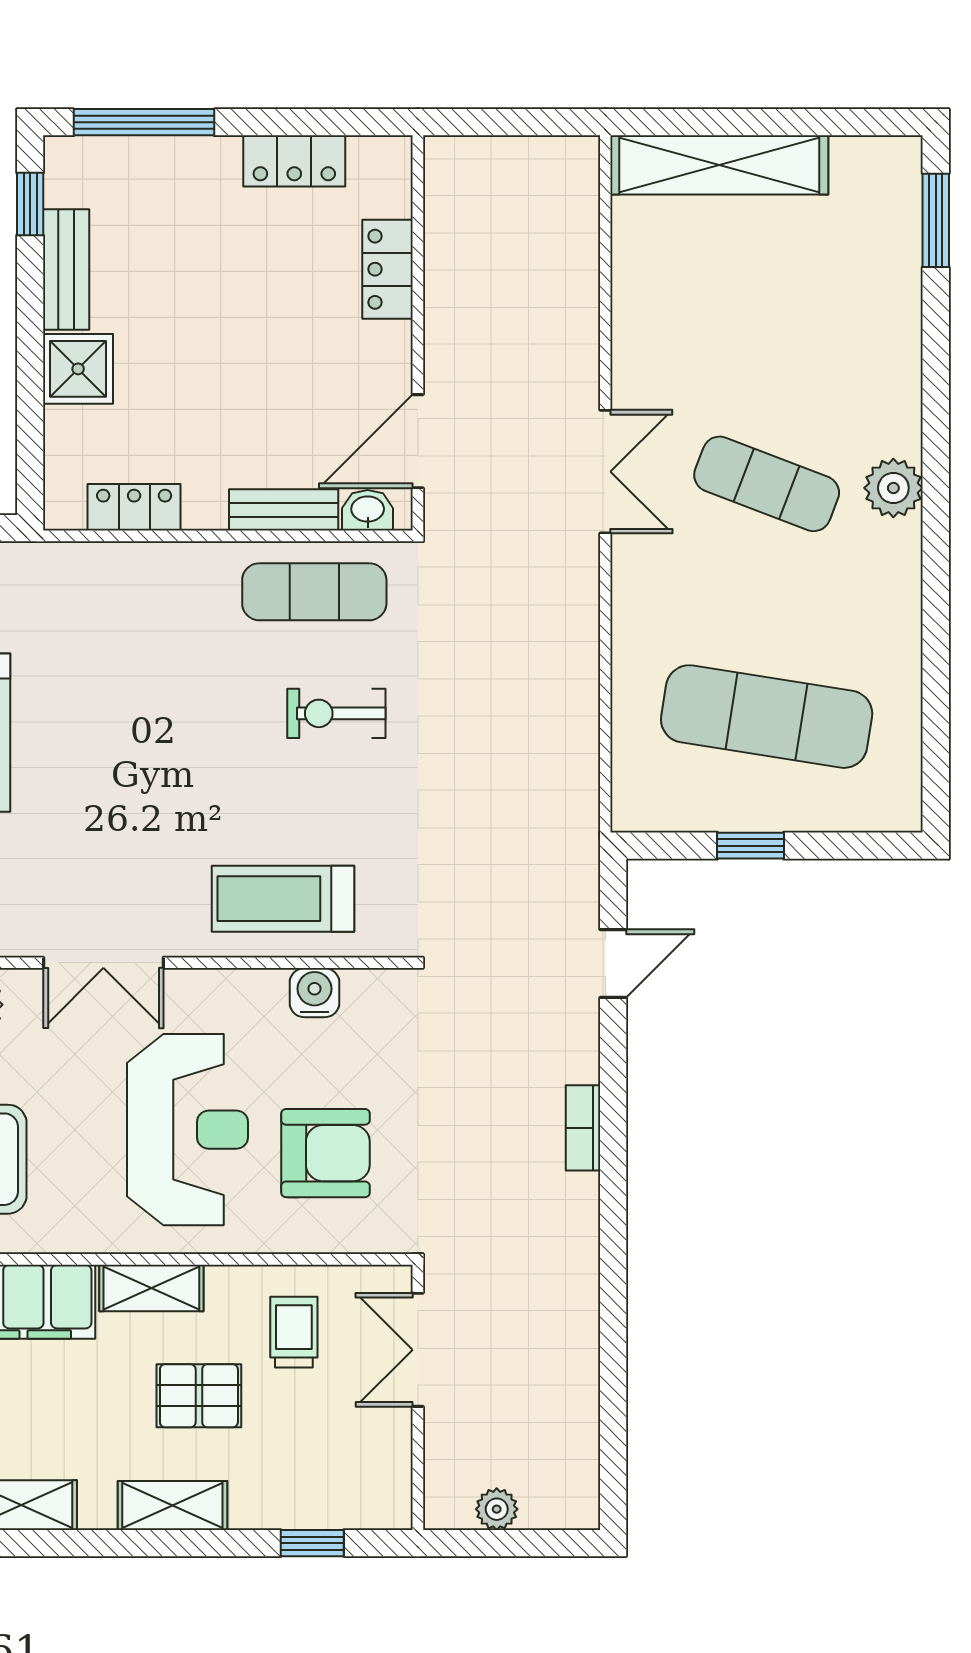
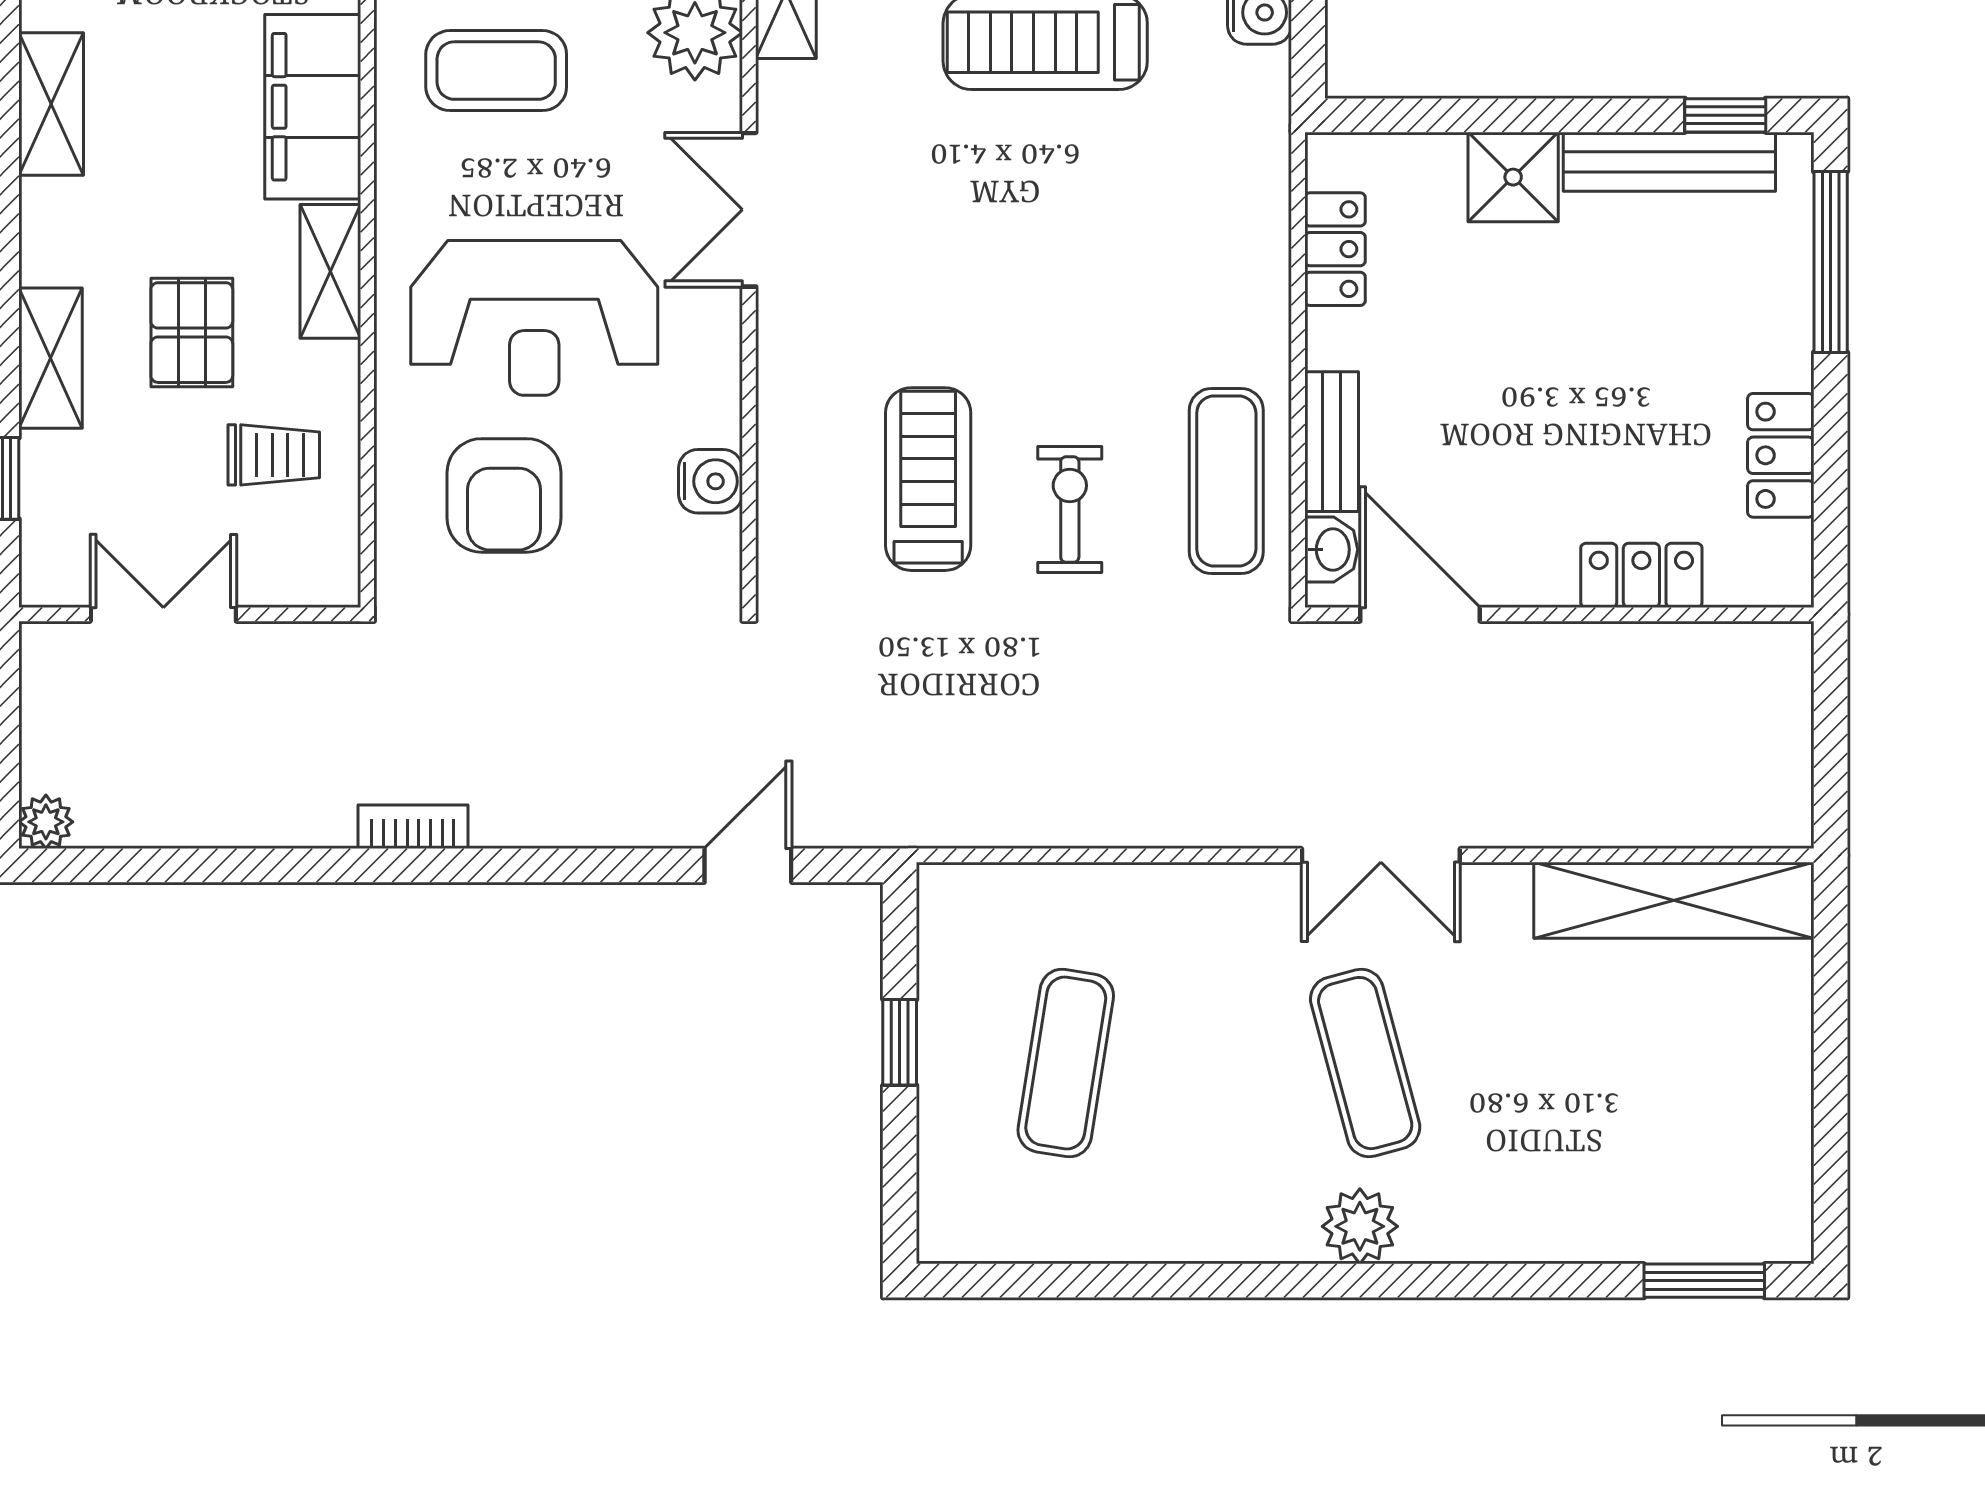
shelving: (719, 165) -> (1674, 900), moved, turned 90
bench: (66, 269) -> (1669, 162), width x1.36
exercise mat: (767, 484) -> (1365, 1063), turned -36
exercise mat: (767, 717) -> (1066, 1063), width x0.73, depth x0.69
treadmill: (283, 899) -> (928, 479), moved
door: (613, 964) -> (748, 865), swing flipped
bookcase: (583, 1128) -> (413, 827), moved
double door: (418, 1350) -> (163, 614), moved
shelving: (172, 1505) -> (51, 358), moved
plant: (497, 1509) -> (46, 822), moved

